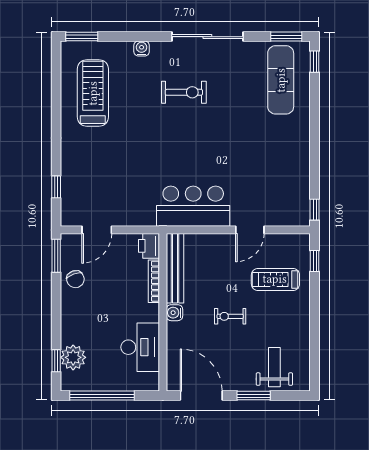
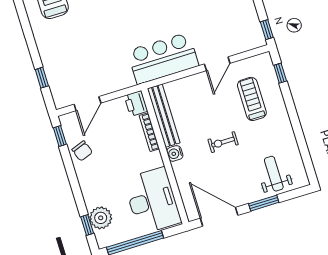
window: (56, 256) -> (60, 136), width x0.67
treadmill: (275, 279) -> (252, 99), turned 90
desk: (140, 347) -> (152, 201), width x1.36, depth x1.30

